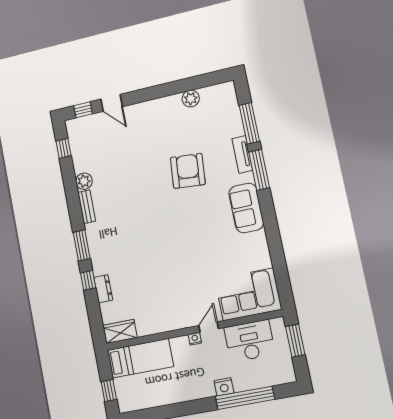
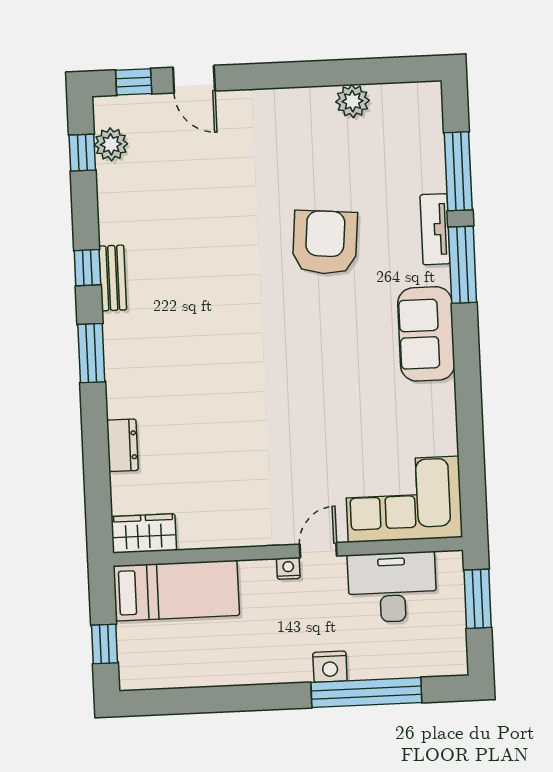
plant: (84, 181) -> (111, 144), moved
window: (88, 280) -> (87, 268), moved

